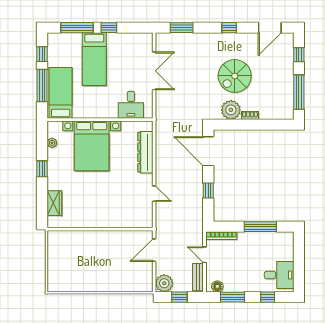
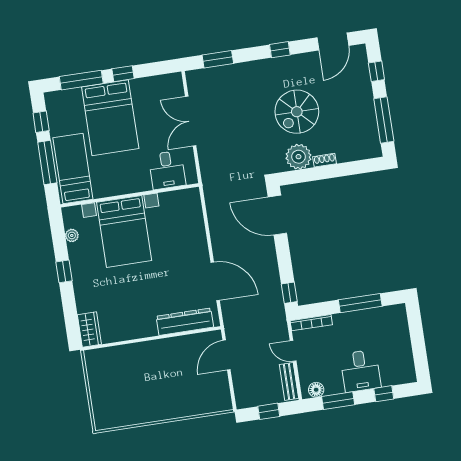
bed: (94, 59) -> (110, 118), width x1.50
double door: (154, 71) -> (191, 121), swing flipped
dresser: (145, 152) -> (185, 322), moved, turned 90
window: (208, 191) -> (289, 293), moved
door: (154, 194) -> (215, 281), width x1.87
wardrobe: (54, 203) -> (89, 330), moved
desk: (279, 275) -> (361, 371), moved, turned 90
plant: (164, 283) -> (246, 396), removed

